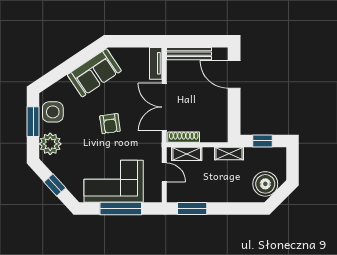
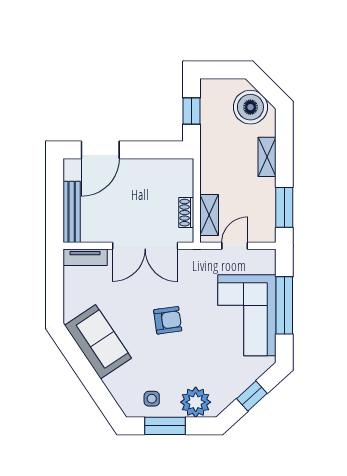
side table: (53, 112) -> (152, 399), width x0.54, depth x0.54
shoe rack: (184, 137) -> (186, 213), width x0.70
shelving: (229, 154) -> (267, 157), moved

